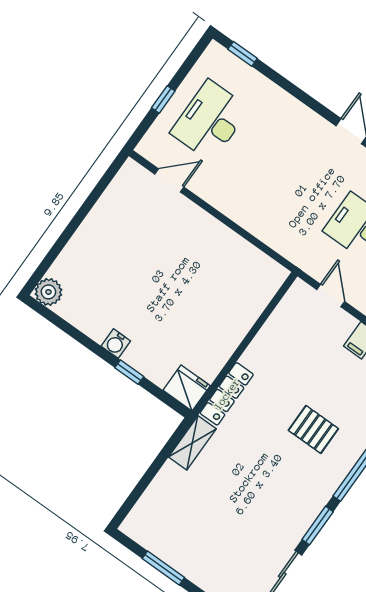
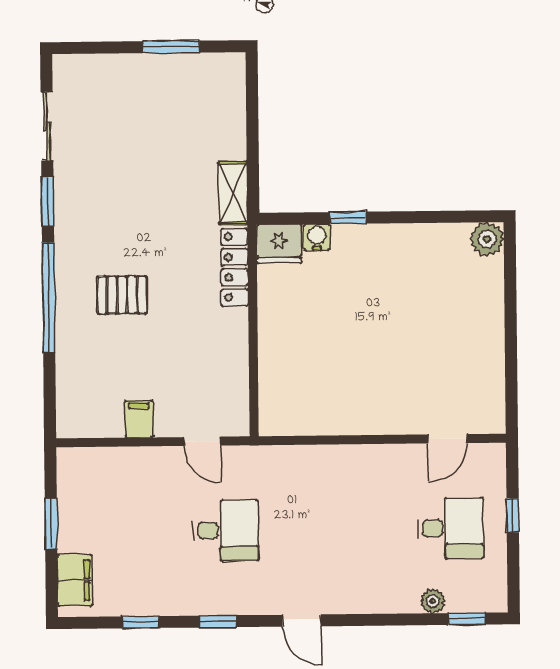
plant: (256, 82) -> (433, 601), added
desk: (210, 121) -> (450, 528), width x0.73
water cooler: (116, 344) -> (317, 237), moved

